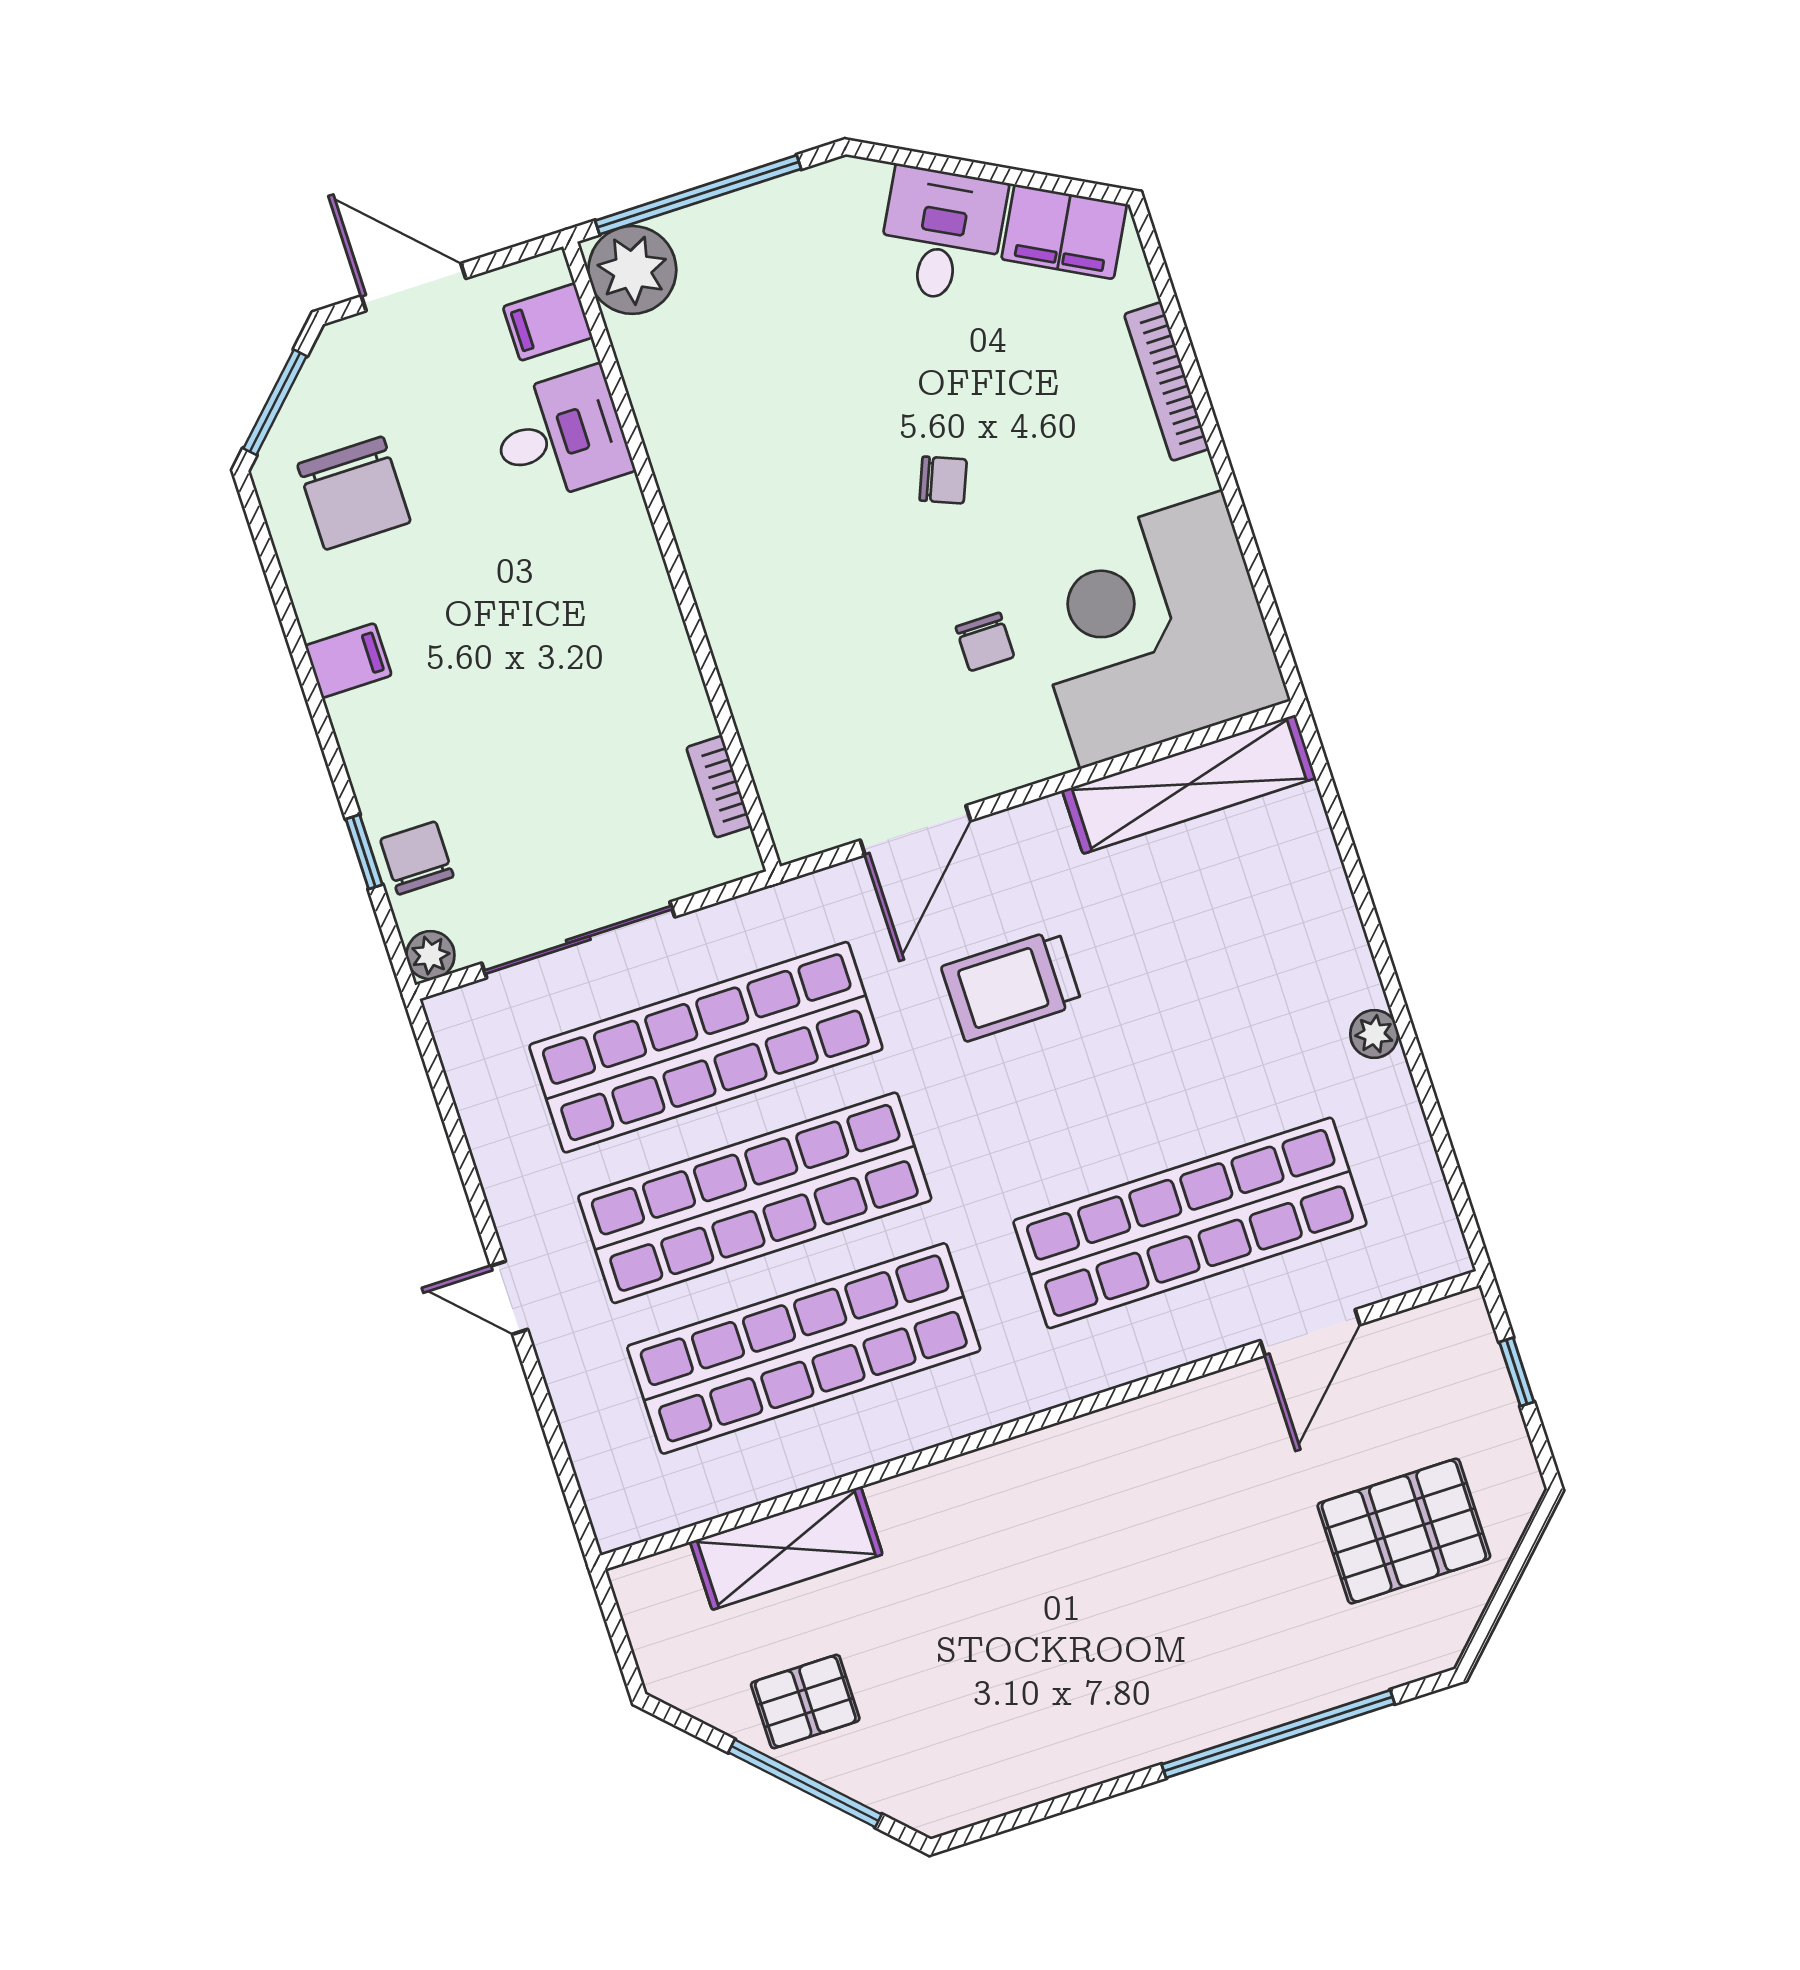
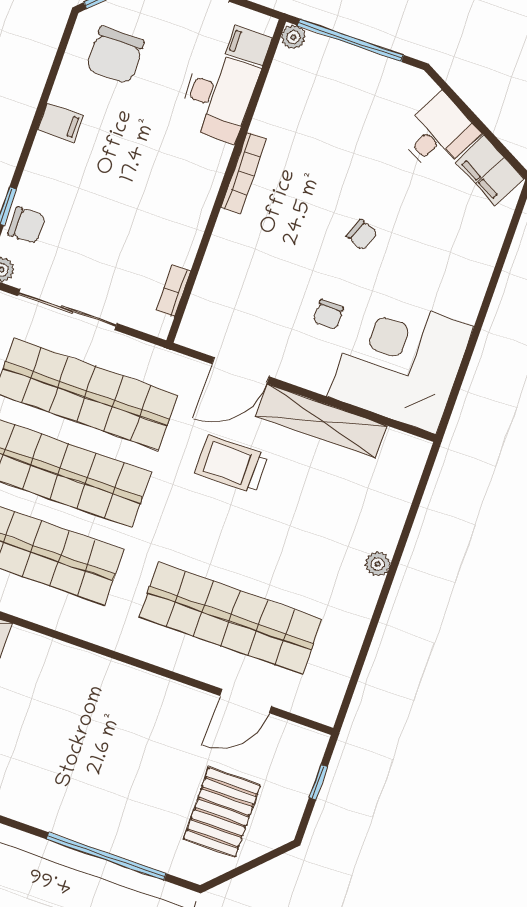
plant: (632, 270) -> (293, 37), width x0.53, depth x0.53
bookcase: (1166, 381) -> (244, 173), moved, turned 180
desk: (560, 435) -> (218, 96), width x1.37
shelving: (1189, 784) -> (321, 421), moved
chair: (417, 858) -> (27, 225), turned 90
plant: (1374, 1034) -> (378, 564), moved
pallet: (1404, 1531) -> (222, 812), turned 90

